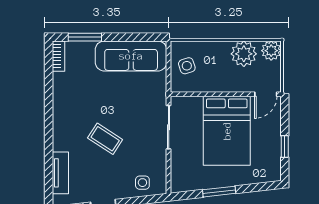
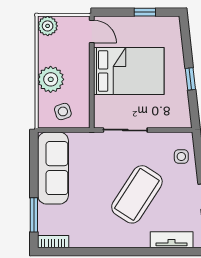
plant: (244, 54) -> (51, 79), moved
coffee table: (105, 139) -> (137, 194), width x1.86, depth x1.72
window: (219, 192) -> (190, 79), width x0.67

